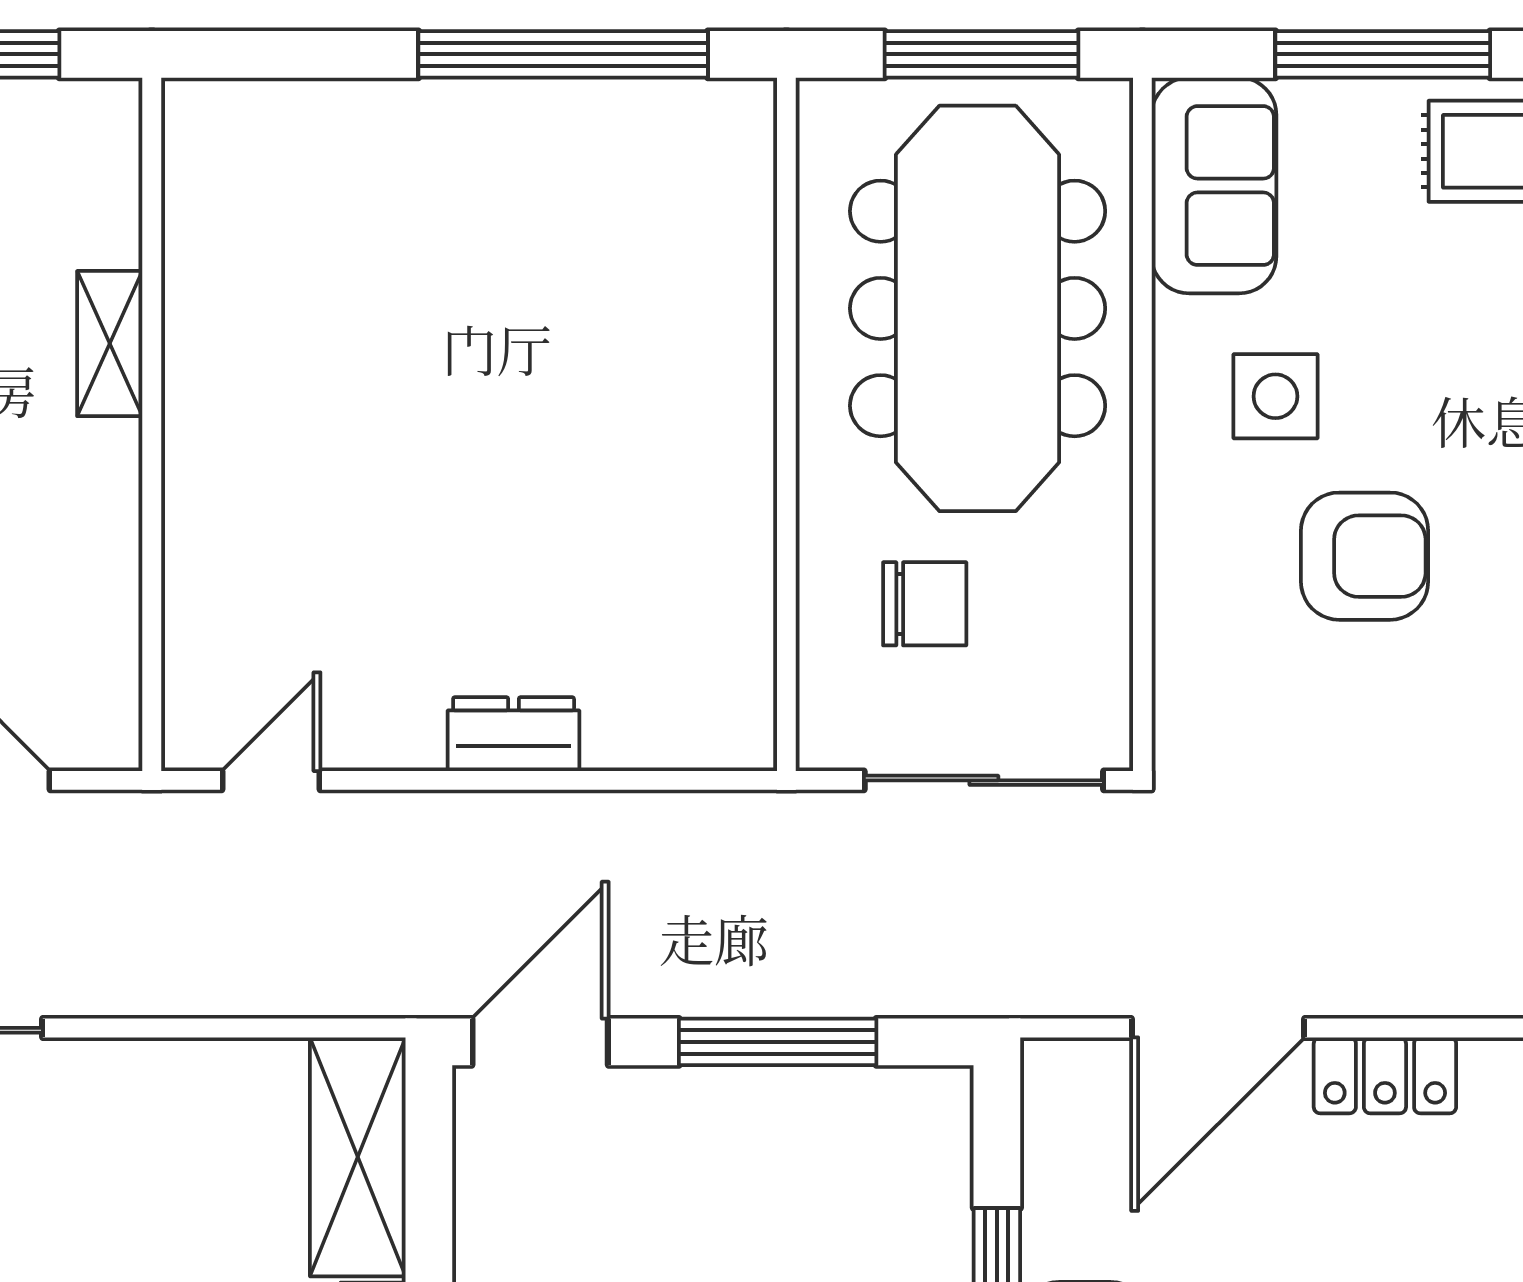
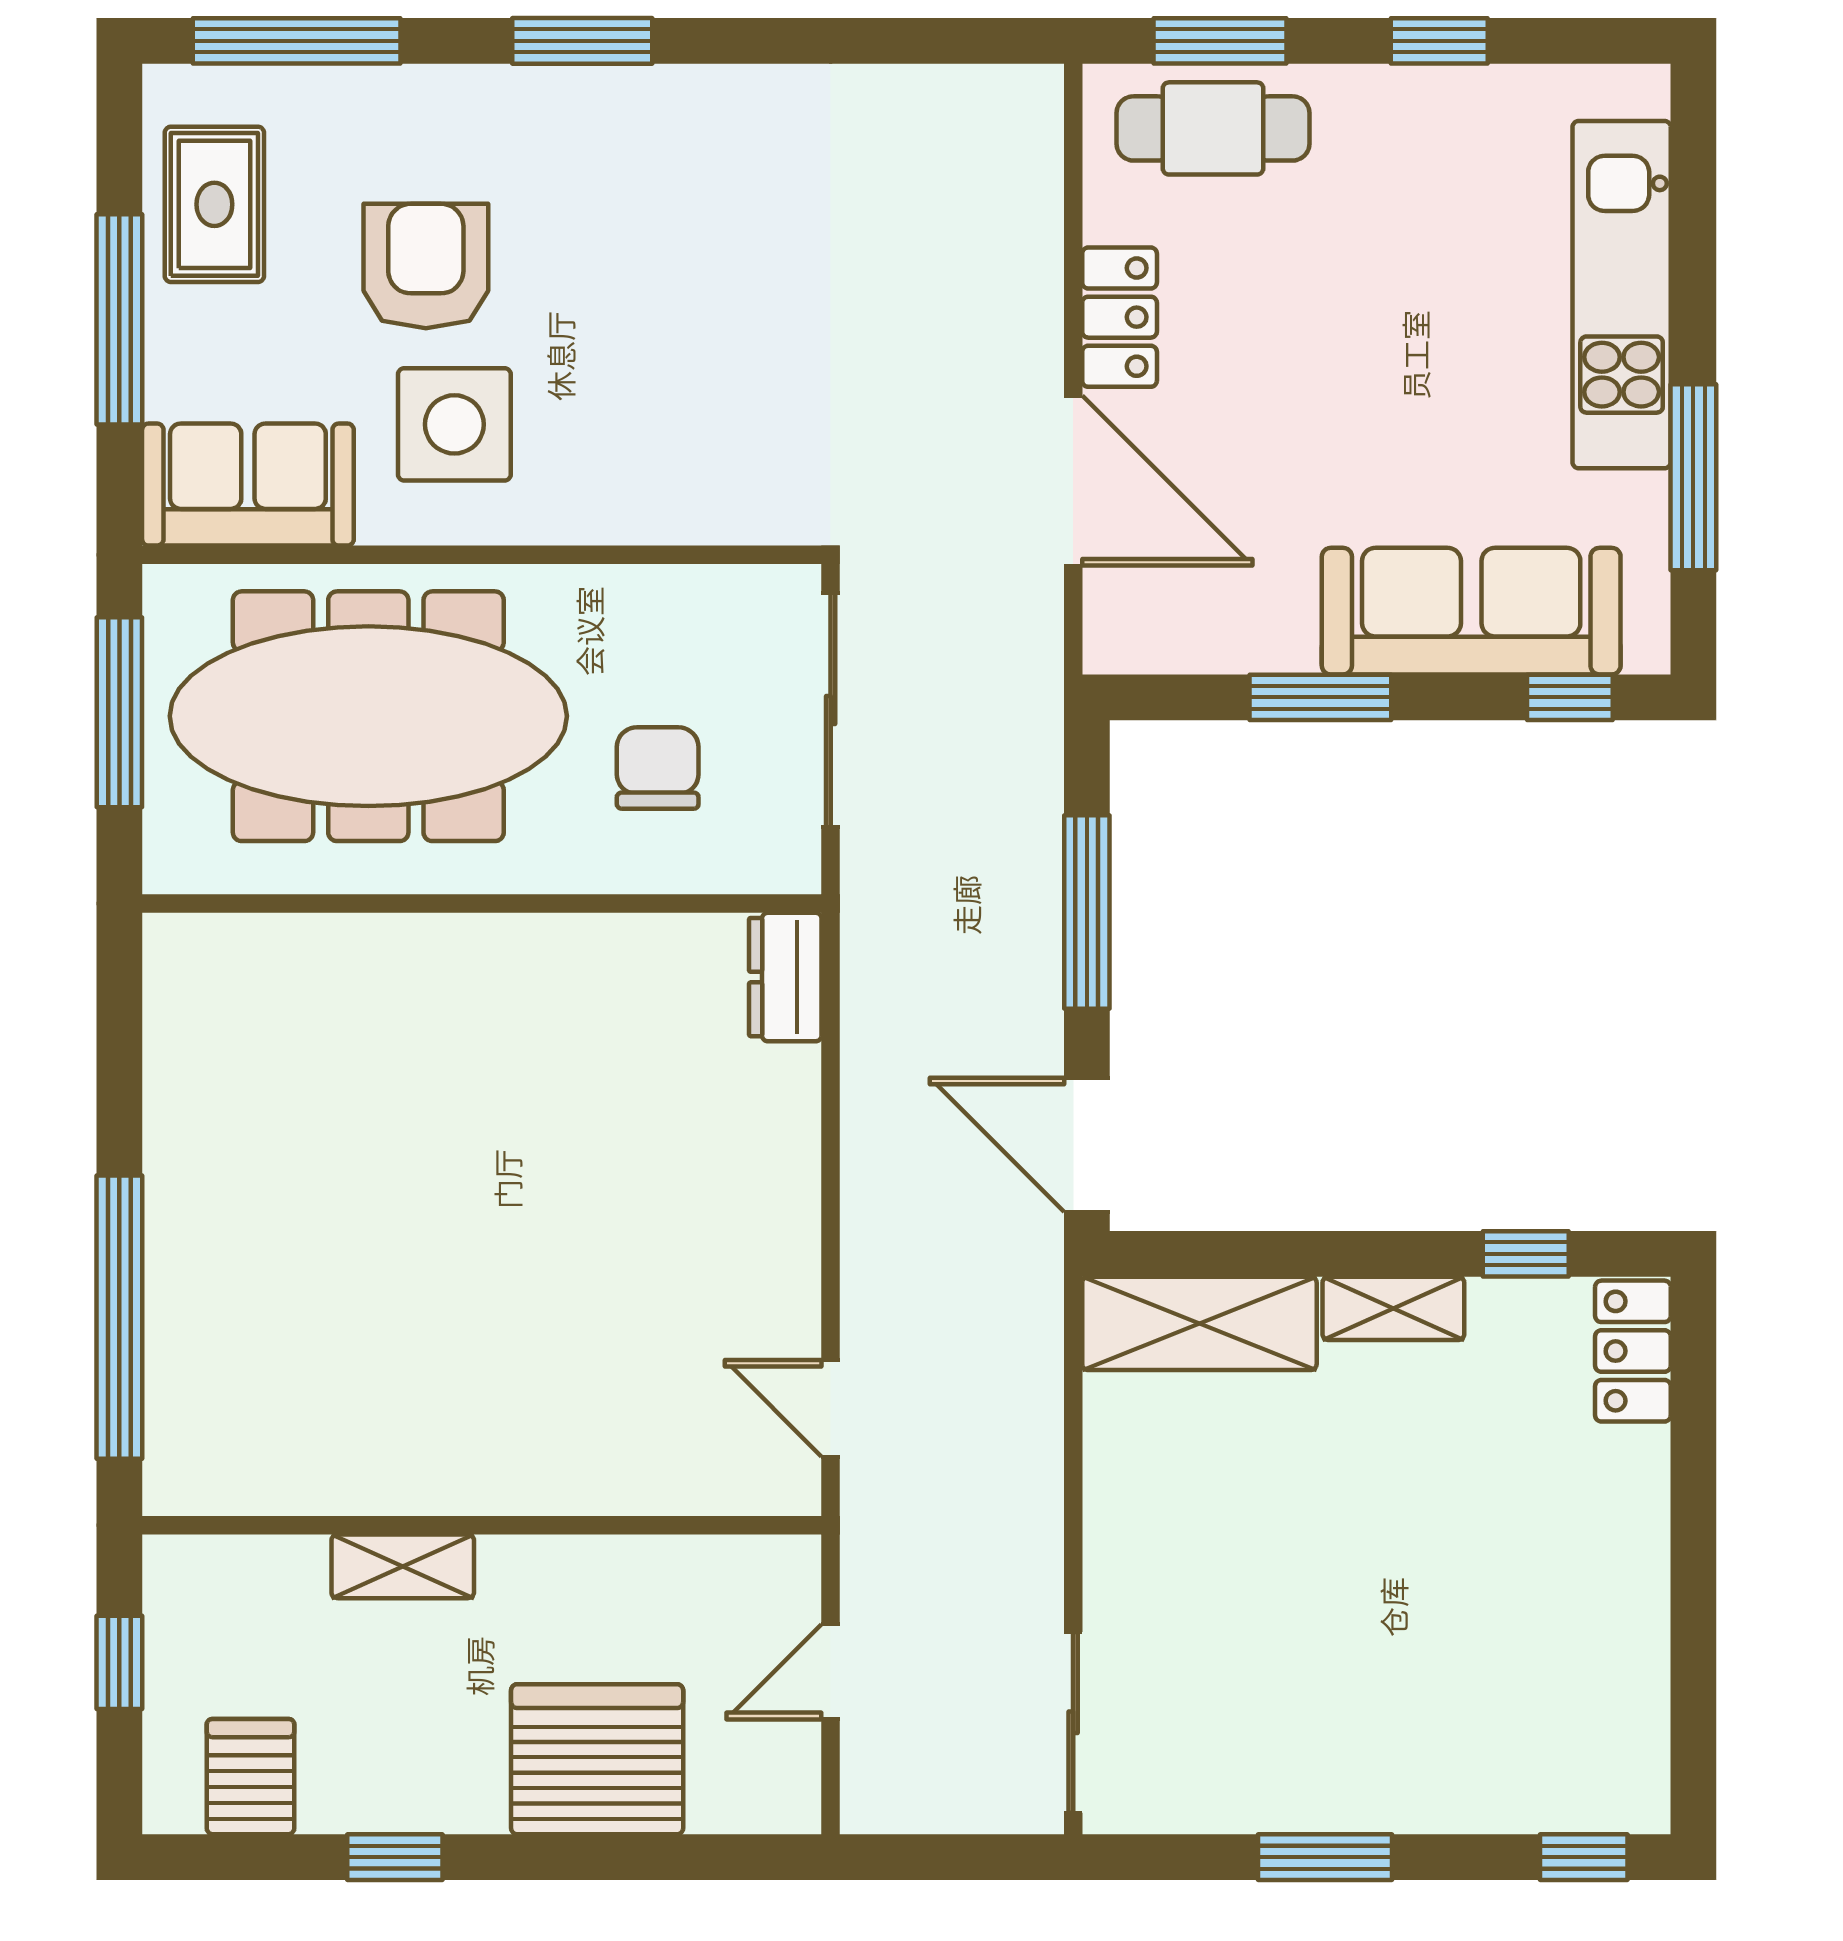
window: (563, 54) -> (119, 1317), moved
side table: (1275, 396) -> (454, 424), width x1.37, depth x1.37
armchair: (1365, 556) -> (426, 266), moved
dresser: (514, 734) -> (785, 977), moved

